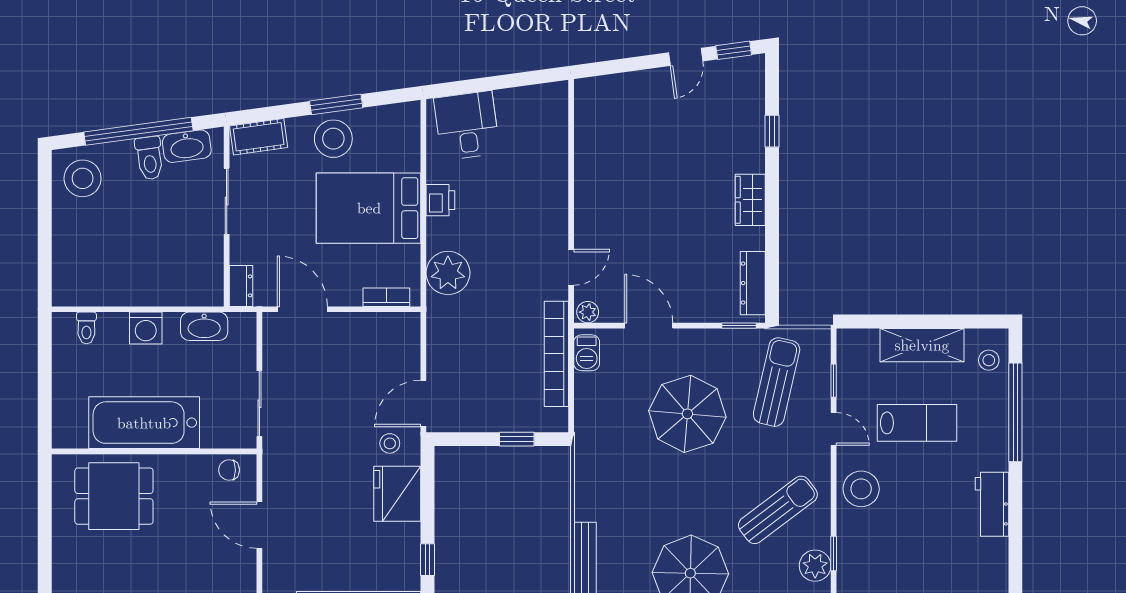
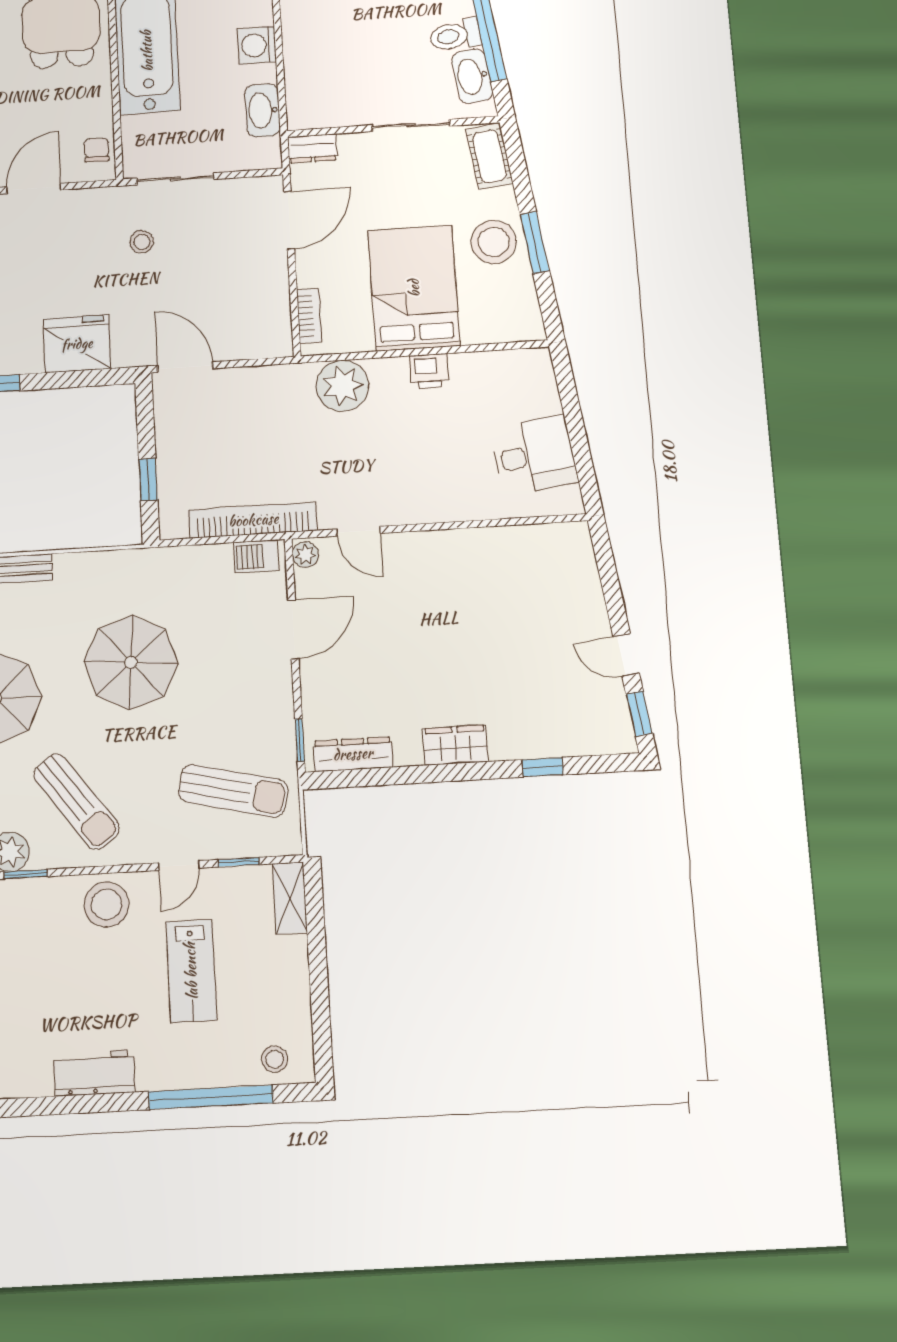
desk: (467, 125) -> (534, 455), moved
shelving: (922, 345) -> (290, 898), moved, width x0.67, depth x0.75
parasol: (687, 414) -> (131, 662), moved
stool: (390, 443) -> (142, 242), moved

